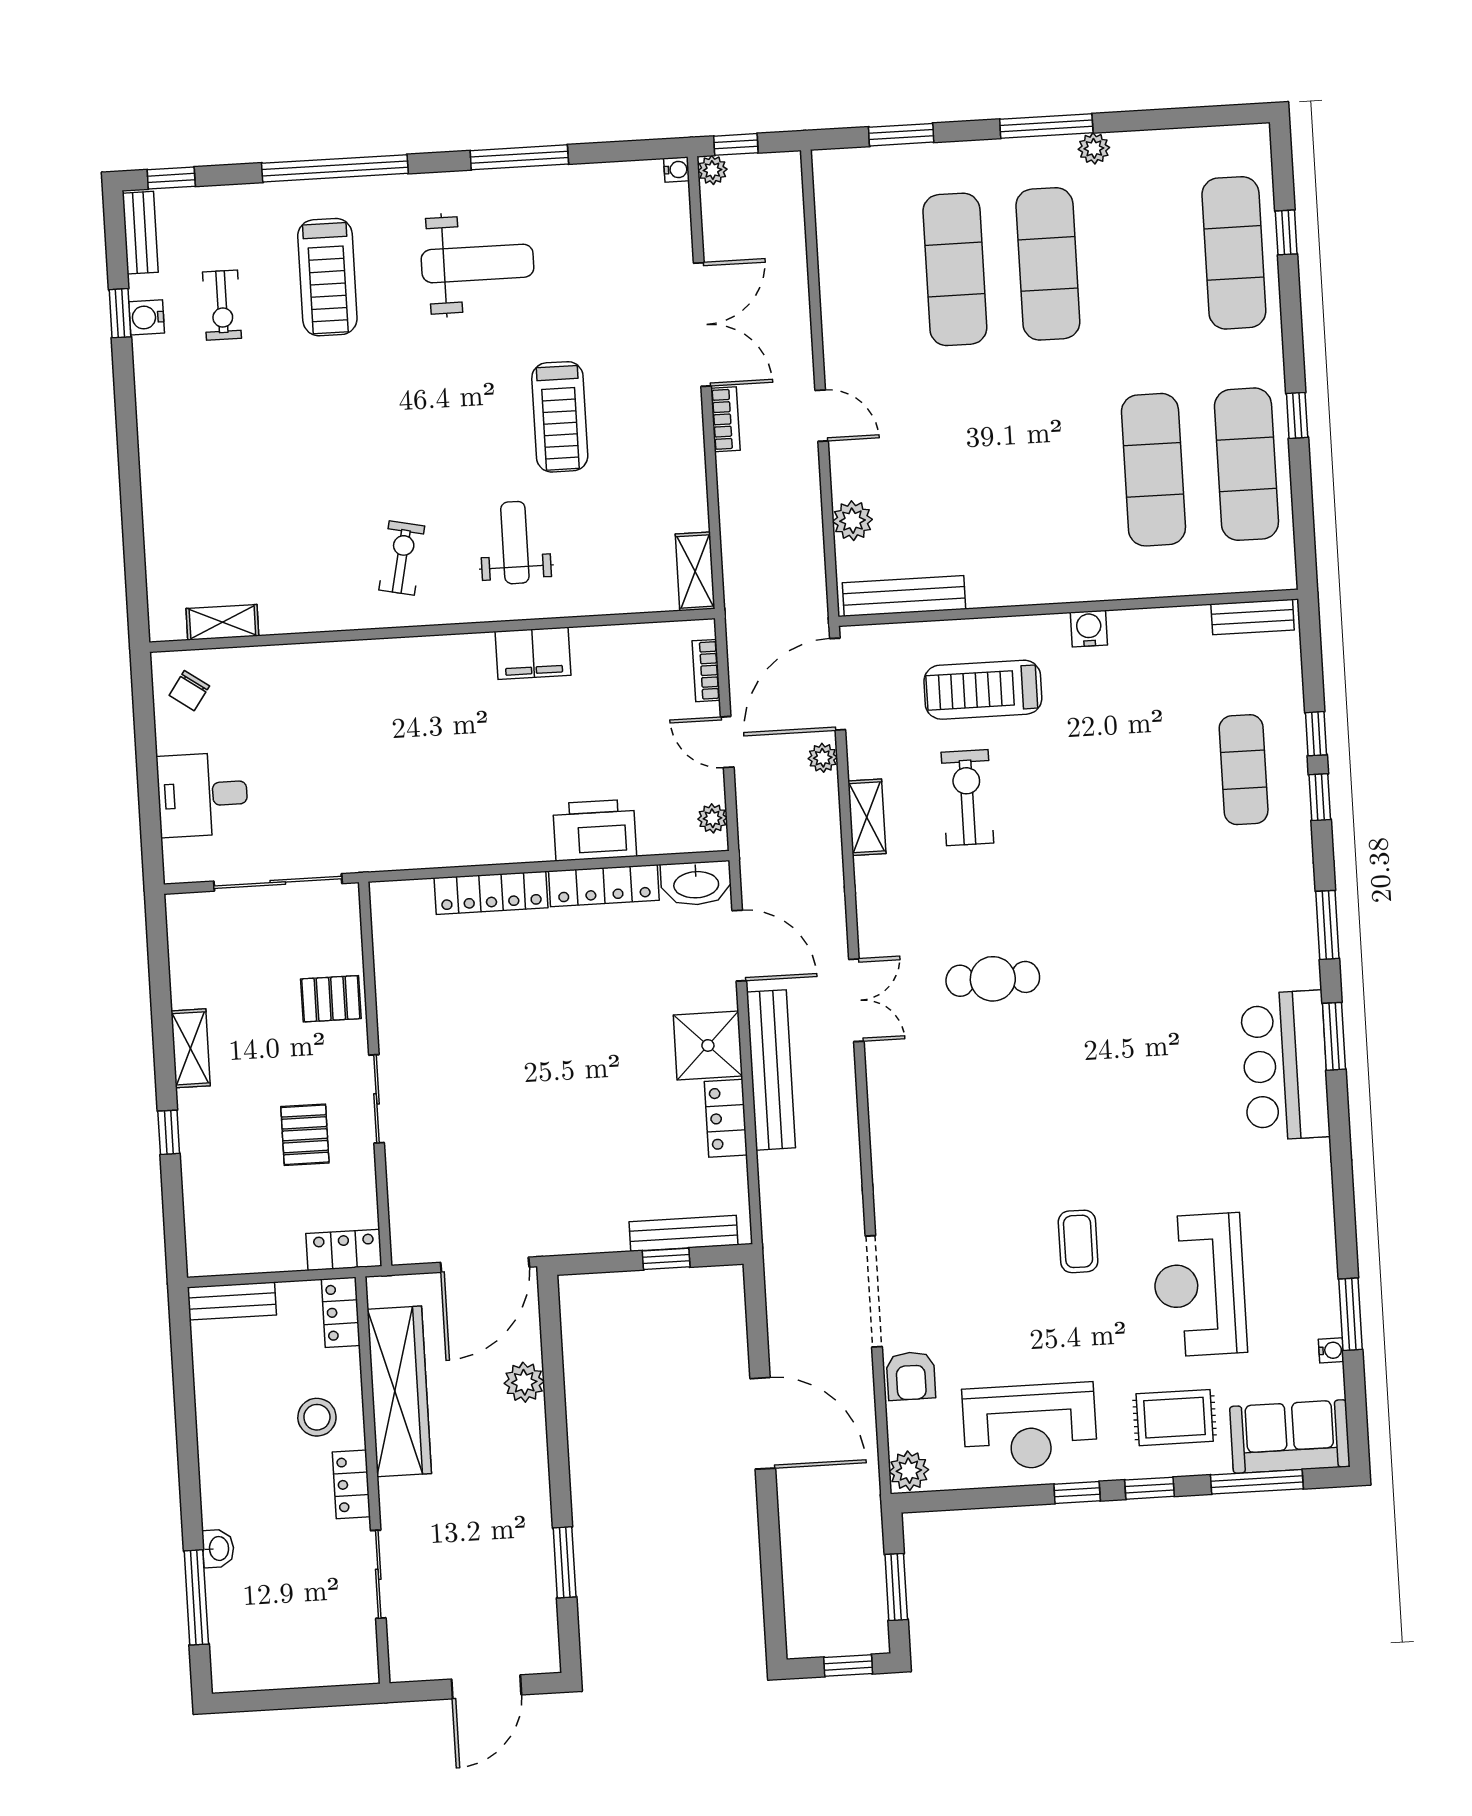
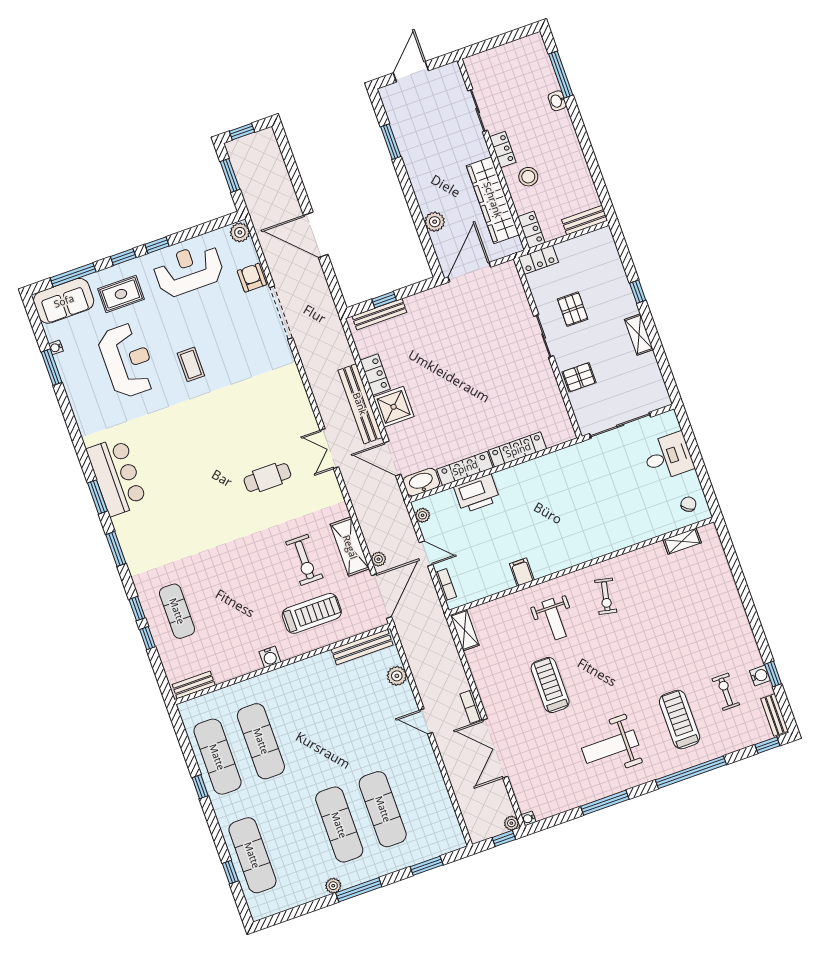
filing cabinet: (533, 653) -> (522, 572), width x0.50
shelving: (867, 817) -> (350, 547), width x1.50, depth x1.33

